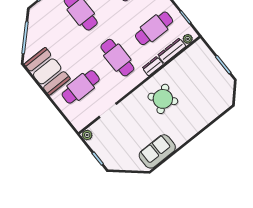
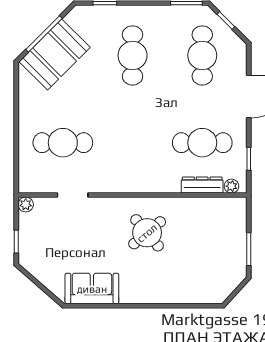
cafe table: (117, 58) -> (133, 143), removed
dresser: (153, 66) -> (166, 185), removed
booth: (47, 71) -> (55, 55), moved, turned 45

